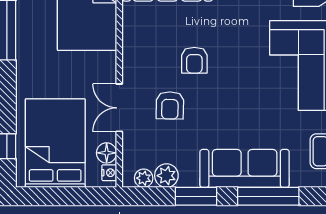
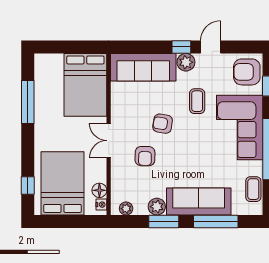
coffee table: (242, 29) -> (197, 101), added
armchair: (194, 60) -> (163, 124), turned 99
double door: (119, 108) -> (109, 141), moved
plant: (166, 176) -> (157, 207), moved

